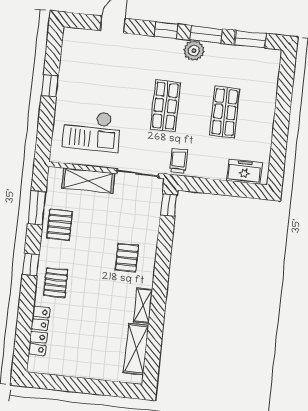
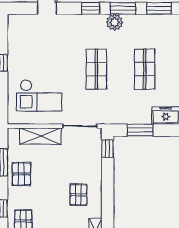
trolley: (179, 161) -> (112, 112), removed
window: (211, 186) -> (140, 130), added

